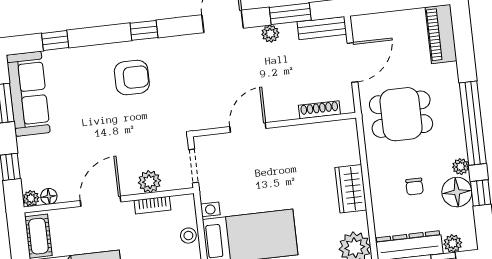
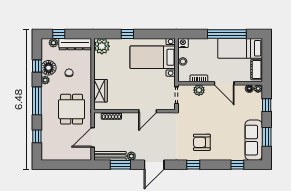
bench: (322, 28) -> (110, 156), width x1.36
piano: (441, 34) -> (47, 146), removed
window: (465, 51) -> (37, 136), added
dining table: (401, 114) -> (72, 109), turned 90
window: (473, 123) -> (37, 101), width x0.68
wardrobe: (351, 189) -> (100, 91), moved
door: (101, 201) -> (224, 83), hinge flipped

